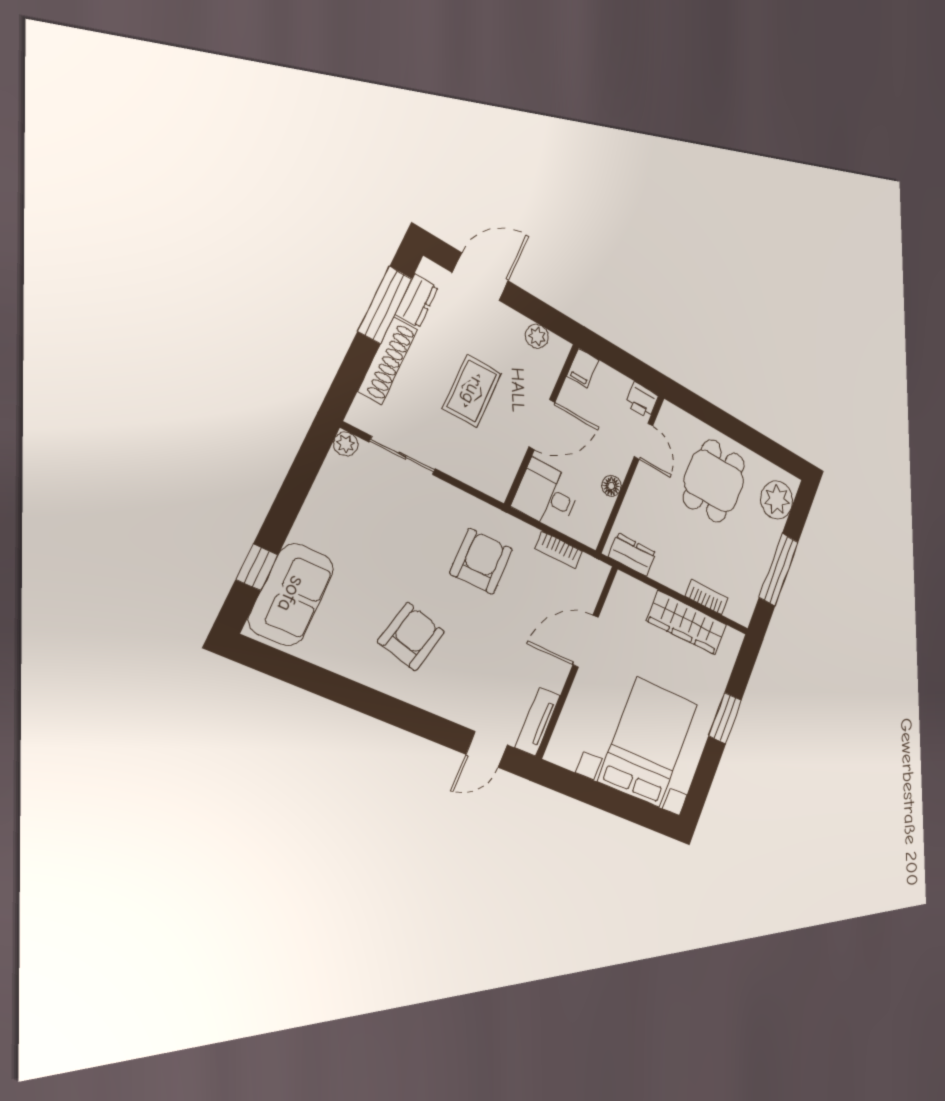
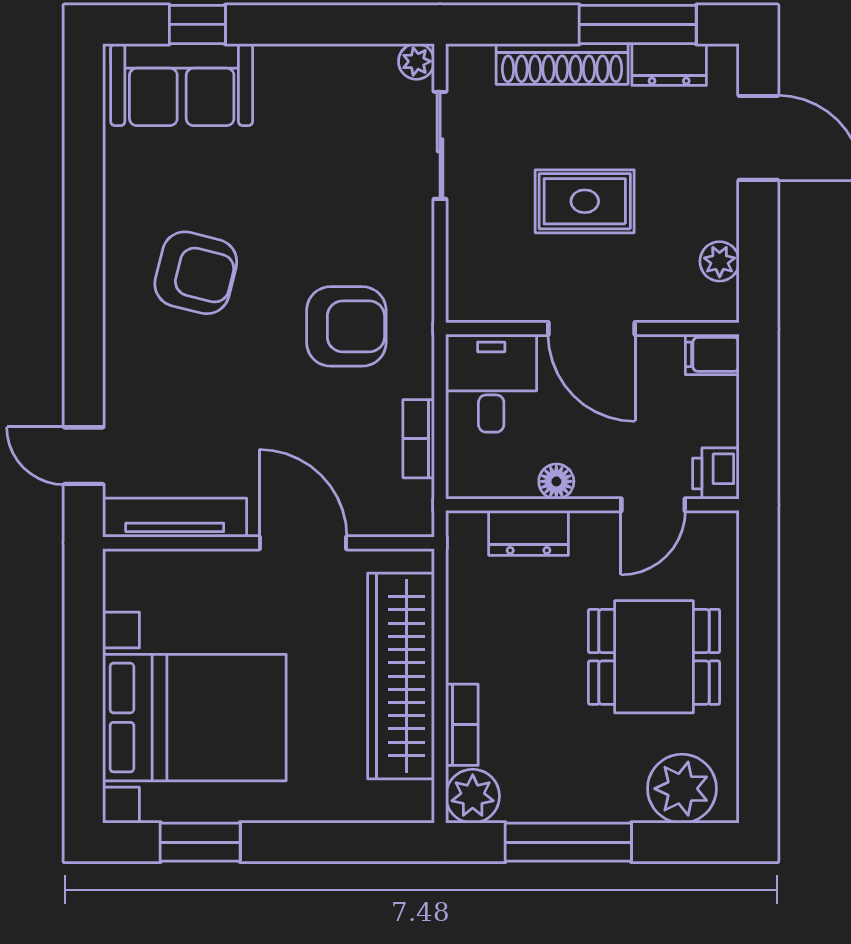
dresser: (632, 555) -> (529, 533), moved, turned 90
plant: (741, 608) -> (473, 796), added
wardrobe: (687, 623) -> (401, 676), width x1.40, depth x1.17
window: (725, 718) -> (200, 842), moved
tv unit: (538, 721) -> (175, 518), width x1.41

